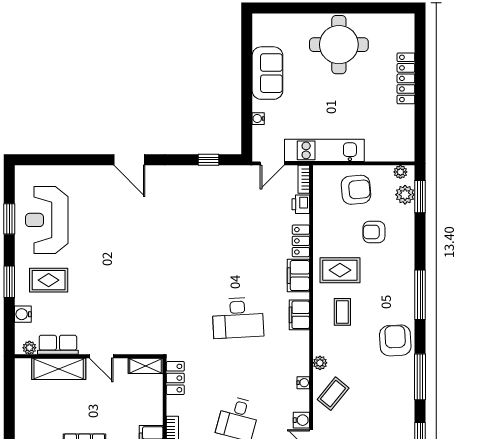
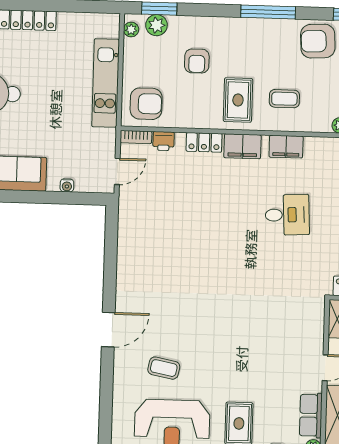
kitchen unit: (324, 150) -> (106, 83), moved
window: (209, 160) -> (111, 242), removed
door: (272, 163) -> (117, 171), hinge flipped
armchair: (356, 190) -> (146, 104), moved, turned 95
coffee table: (96, 211) -> (164, 368), added
desk: (238, 318) -> (287, 215), width x0.73

